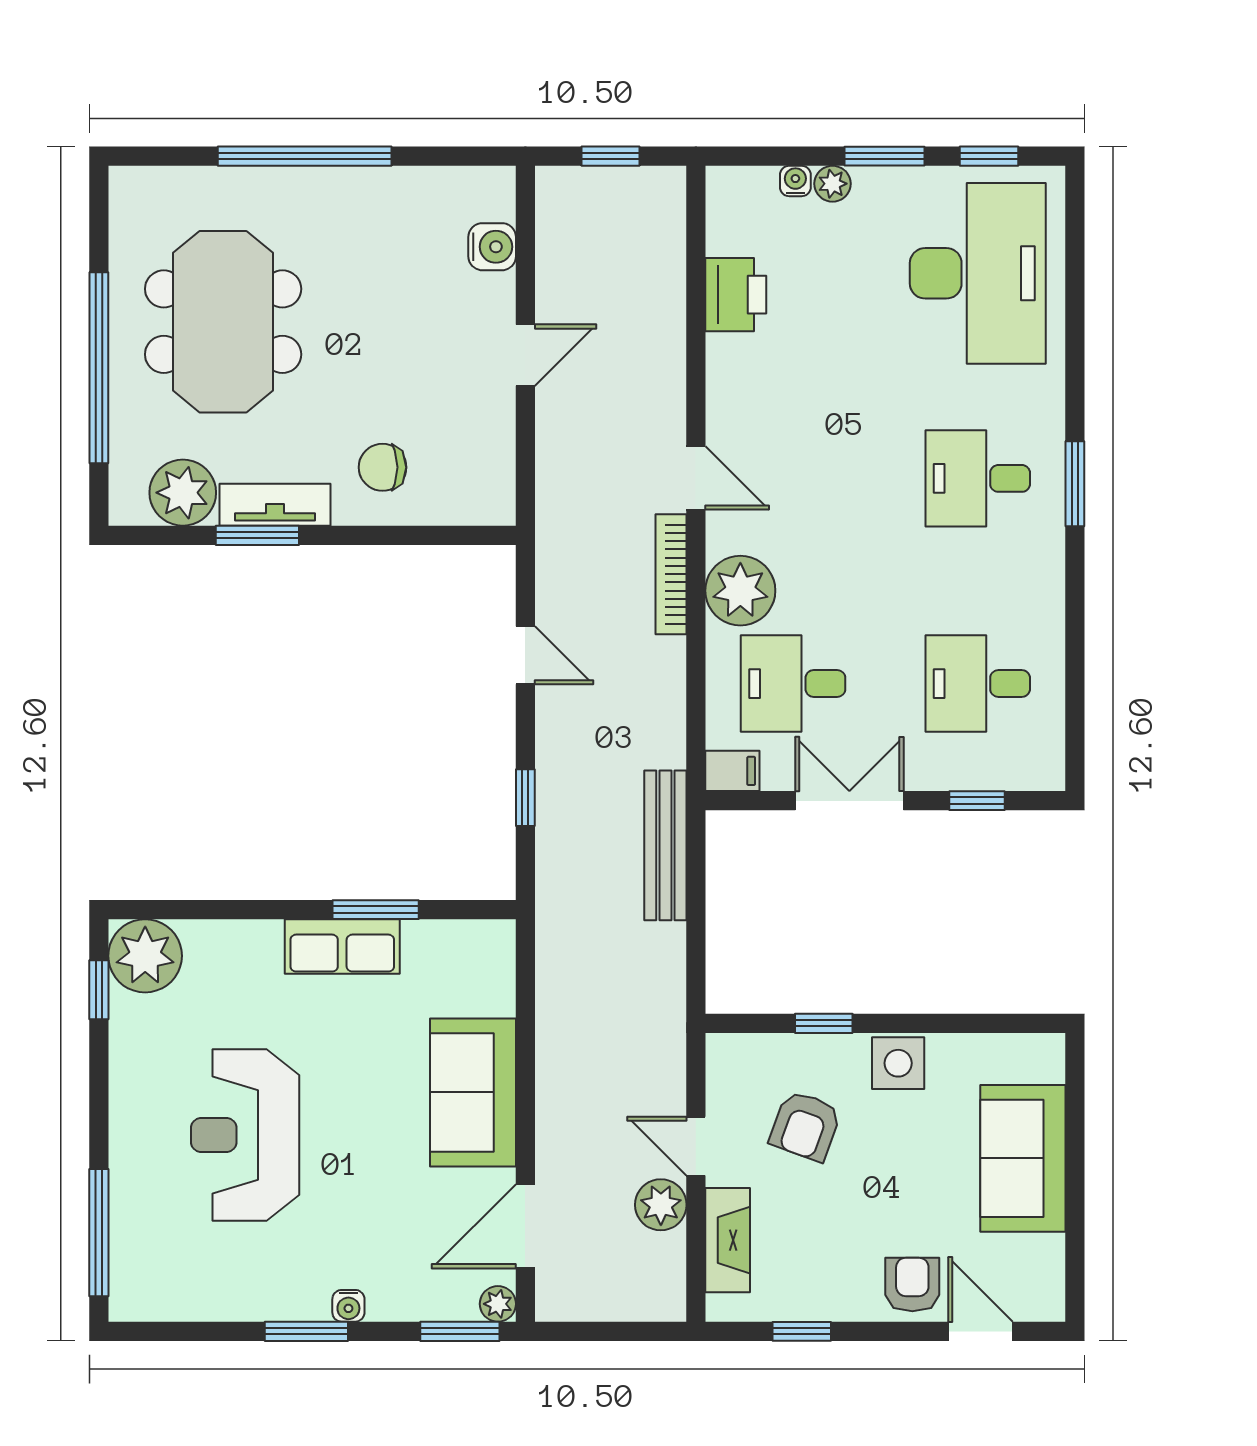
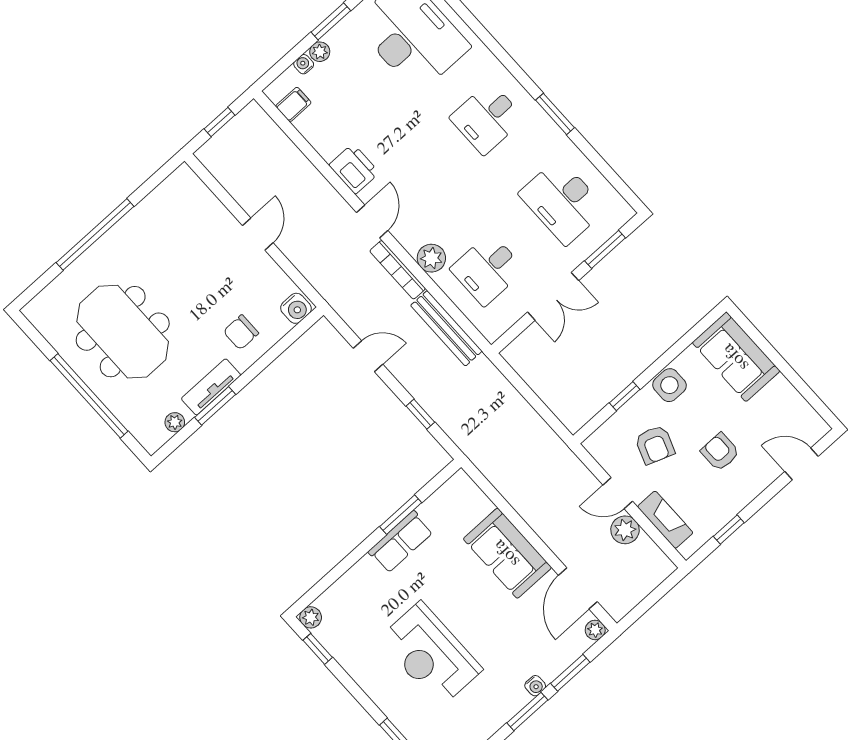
water cooler: (492, 247) -> (296, 308), moved, turned 90
printer: (736, 295) -> (354, 169), moved
door: (696, 478) -> (372, 221), hinge flipped
window: (1075, 484) -> (555, 114), moved
plant: (183, 493) -> (175, 422), width x0.53, depth x0.53
plant: (740, 591) -> (431, 258), width x0.73, depth x0.73
desk: (978, 684) -> (562, 202), width x1.37
filing cabinet: (732, 771) -> (293, 104), moved
double door: (849, 801) -> (553, 296), swing flipped
window: (977, 801) -> (605, 249), width x1.50
bench: (665, 845) -> (446, 328), moved
plant: (145, 956) -> (311, 617), width x0.53, depth x0.53
sofa: (1023, 1158) -> (736, 357), moved
armchair: (912, 1284) -> (720, 452), moved
window: (460, 1331) -> (570, 673), moved

